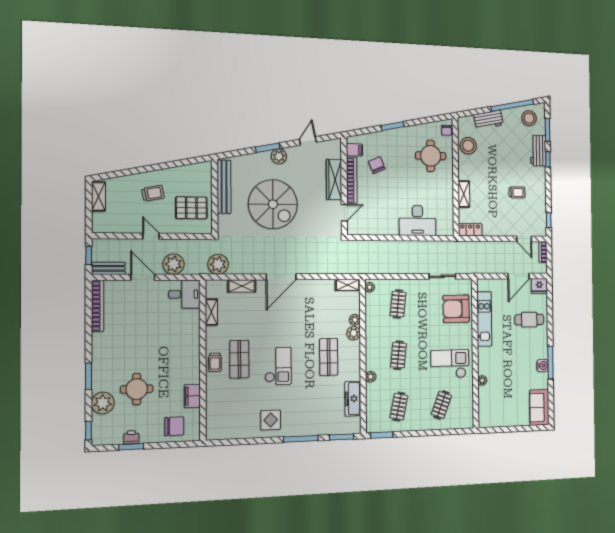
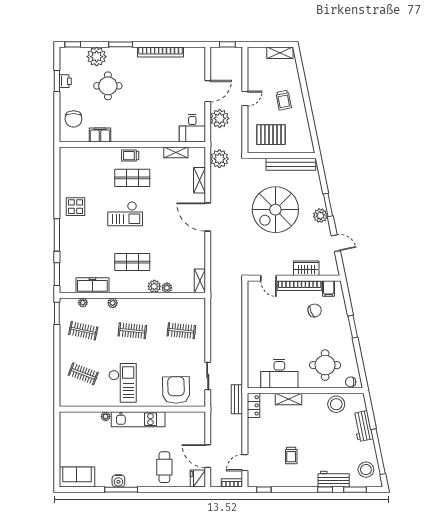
wardrobe: (334, 179) -> (306, 268), width x0.67
pallet: (191, 208) -> (271, 135), turned 90
desk: (418, 220) -> (279, 374), moved, turned -90
bench: (108, 268) -> (237, 399), moved
plant: (370, 287) -> (83, 303), moved
bookcase: (98, 306) -> (161, 52), moved
kitchen unit: (484, 319) -> (138, 419), moved

